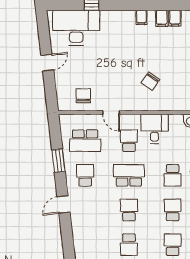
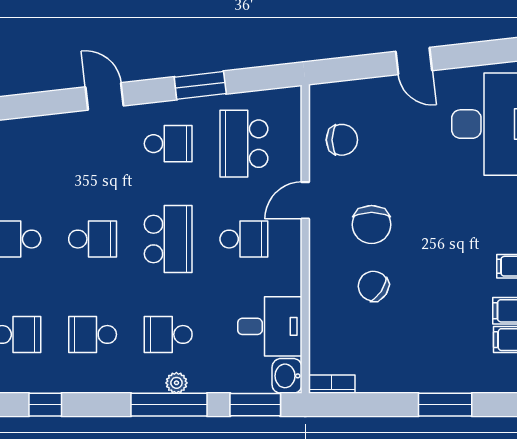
chair: (122, 82) -> (372, 225), added
desk: (155, 129) -> (270, 326), moved
school desk: (173, 210) -> (93, 334), turned 180

